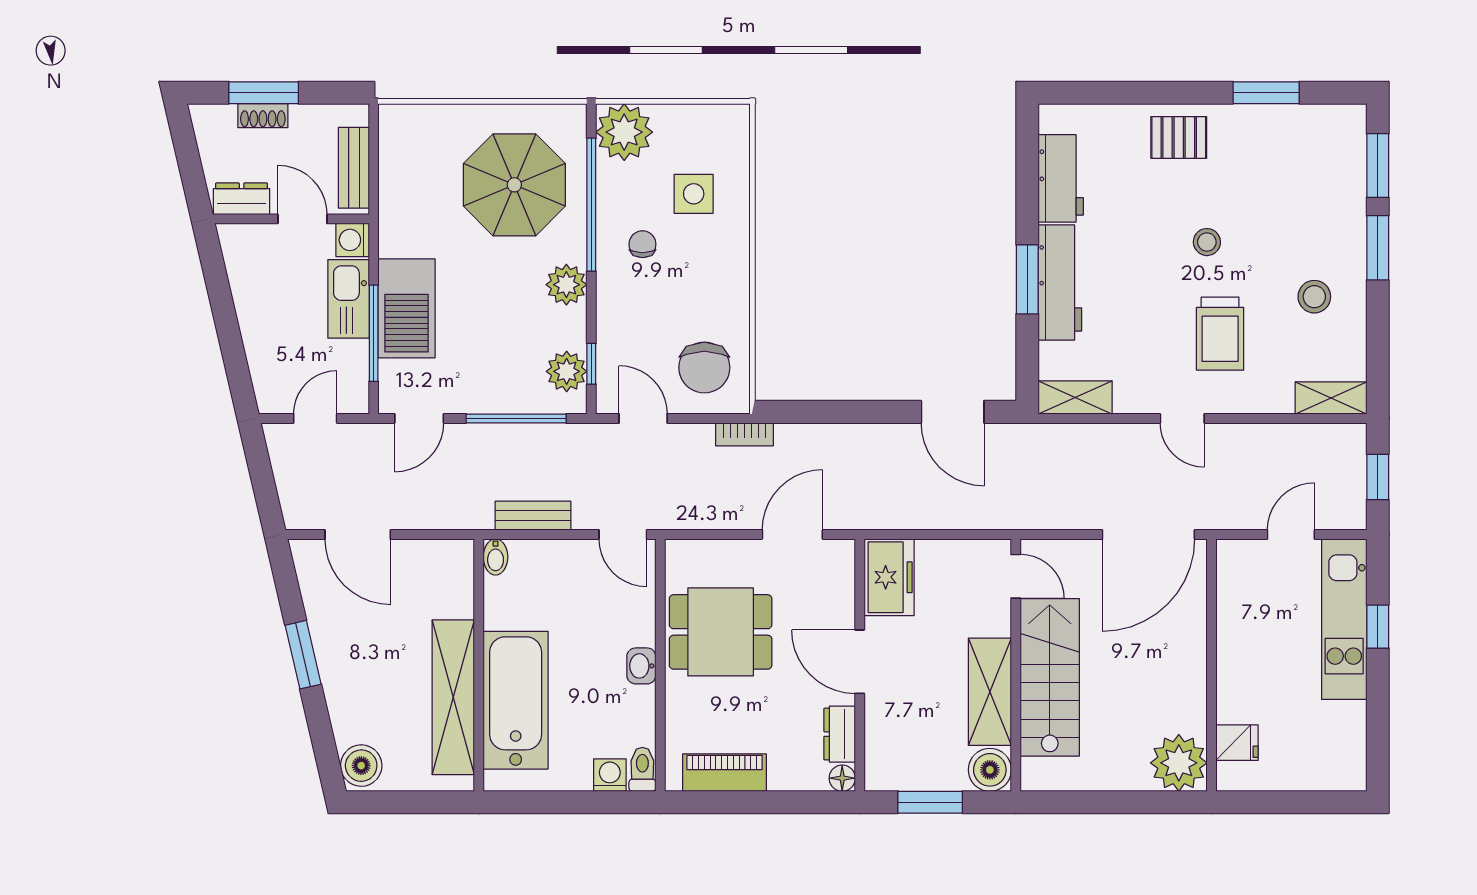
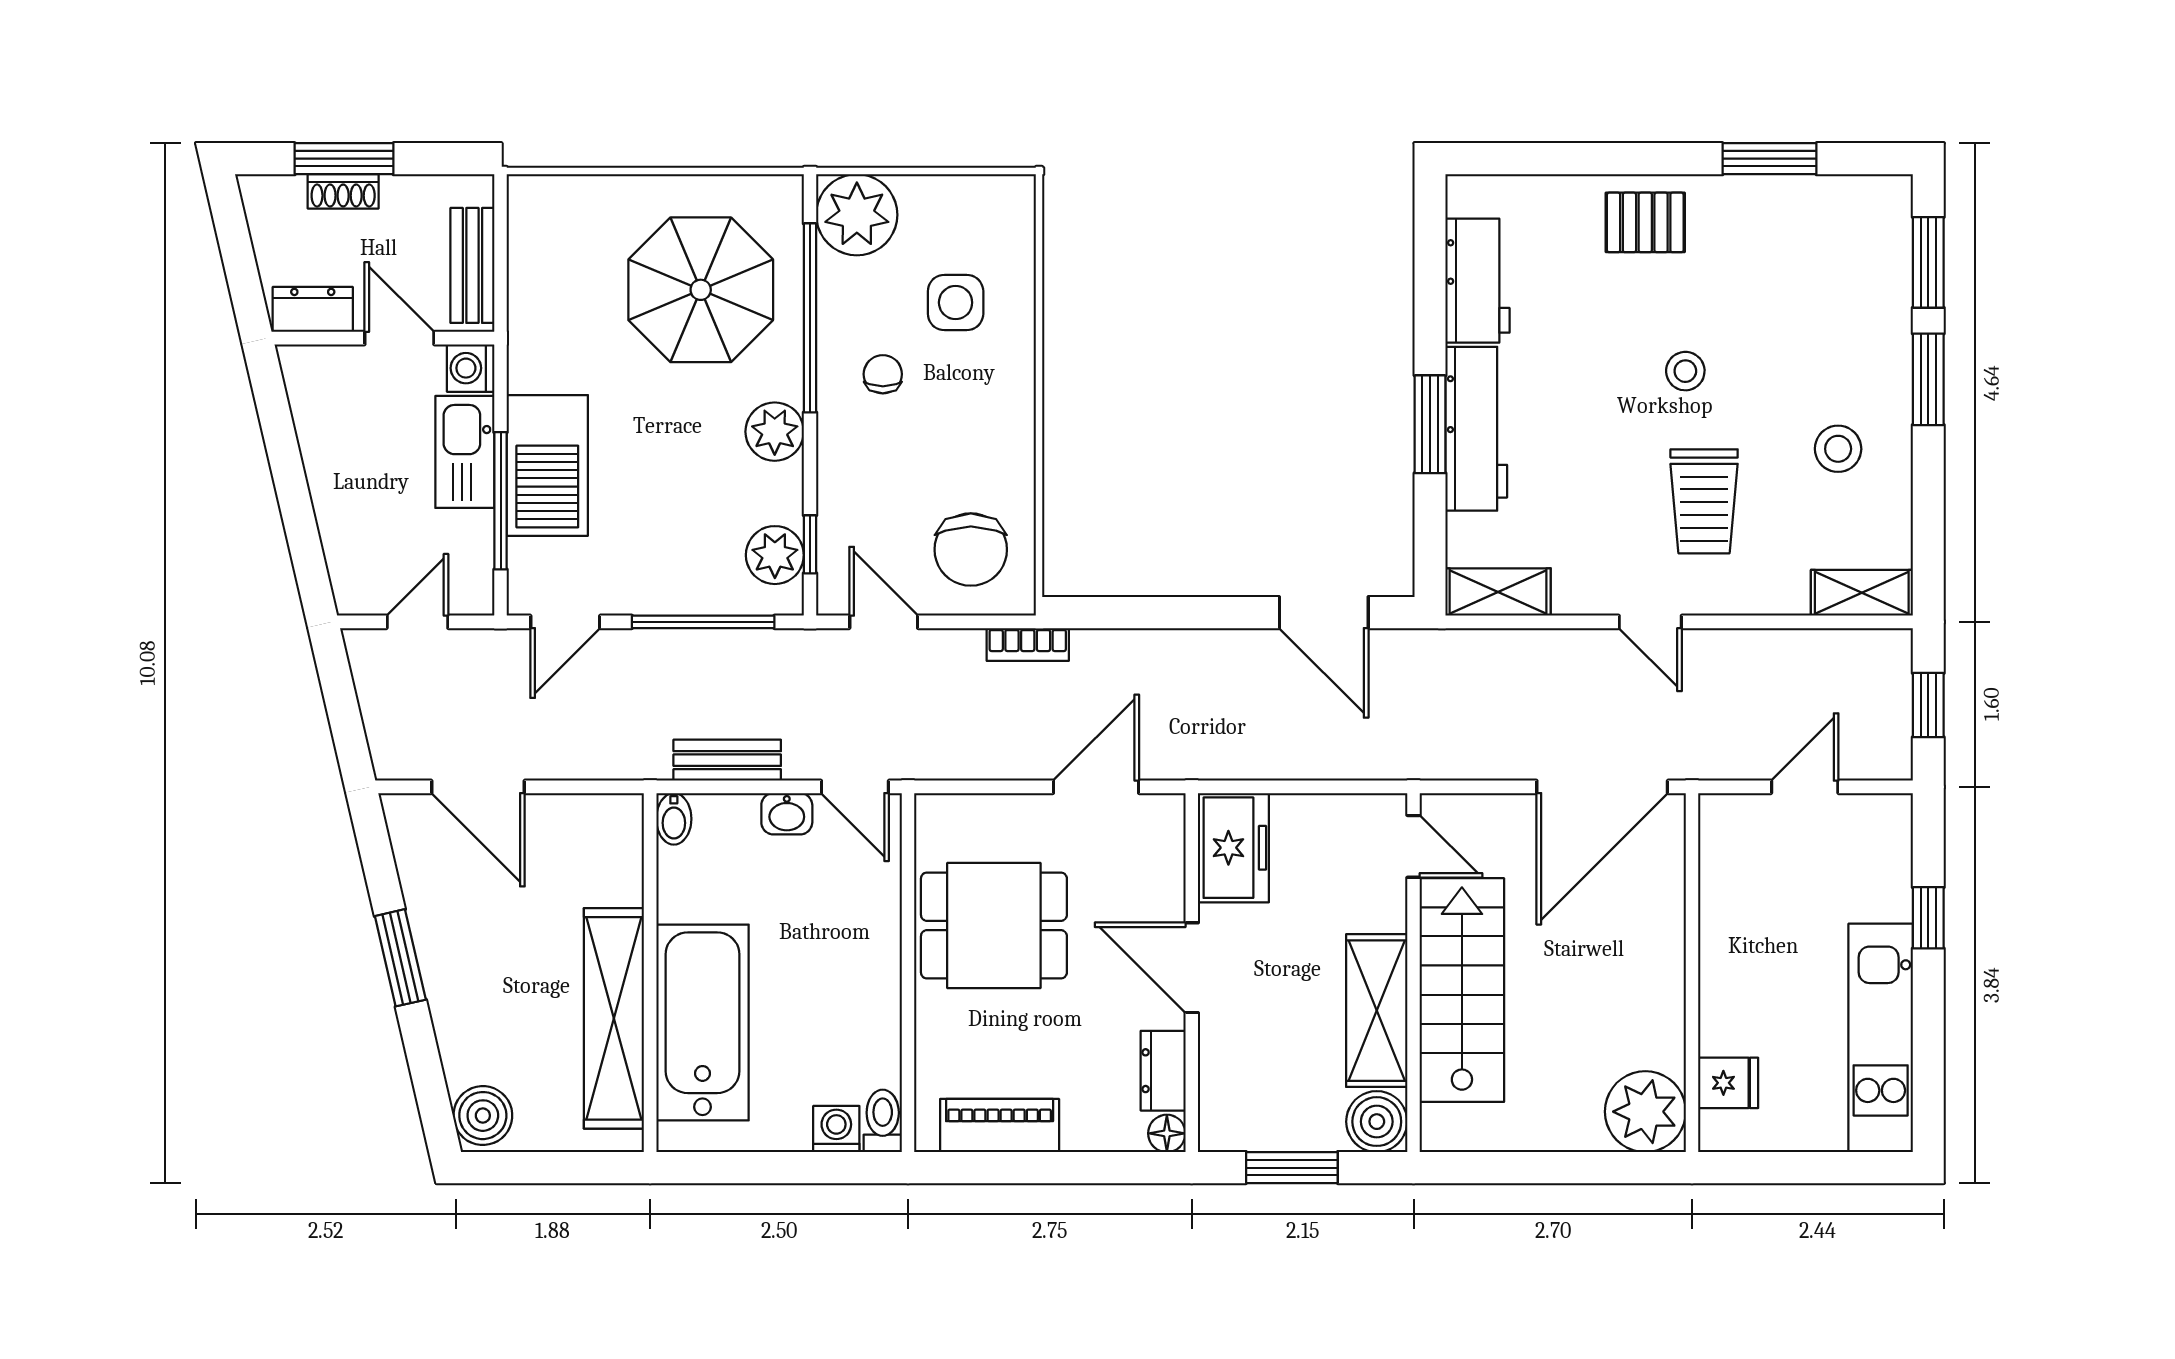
kitchen unit: (1344, 619) -> (1881, 1038), moved
washbasin: (641, 666) -> (787, 814), moved, turned -90

